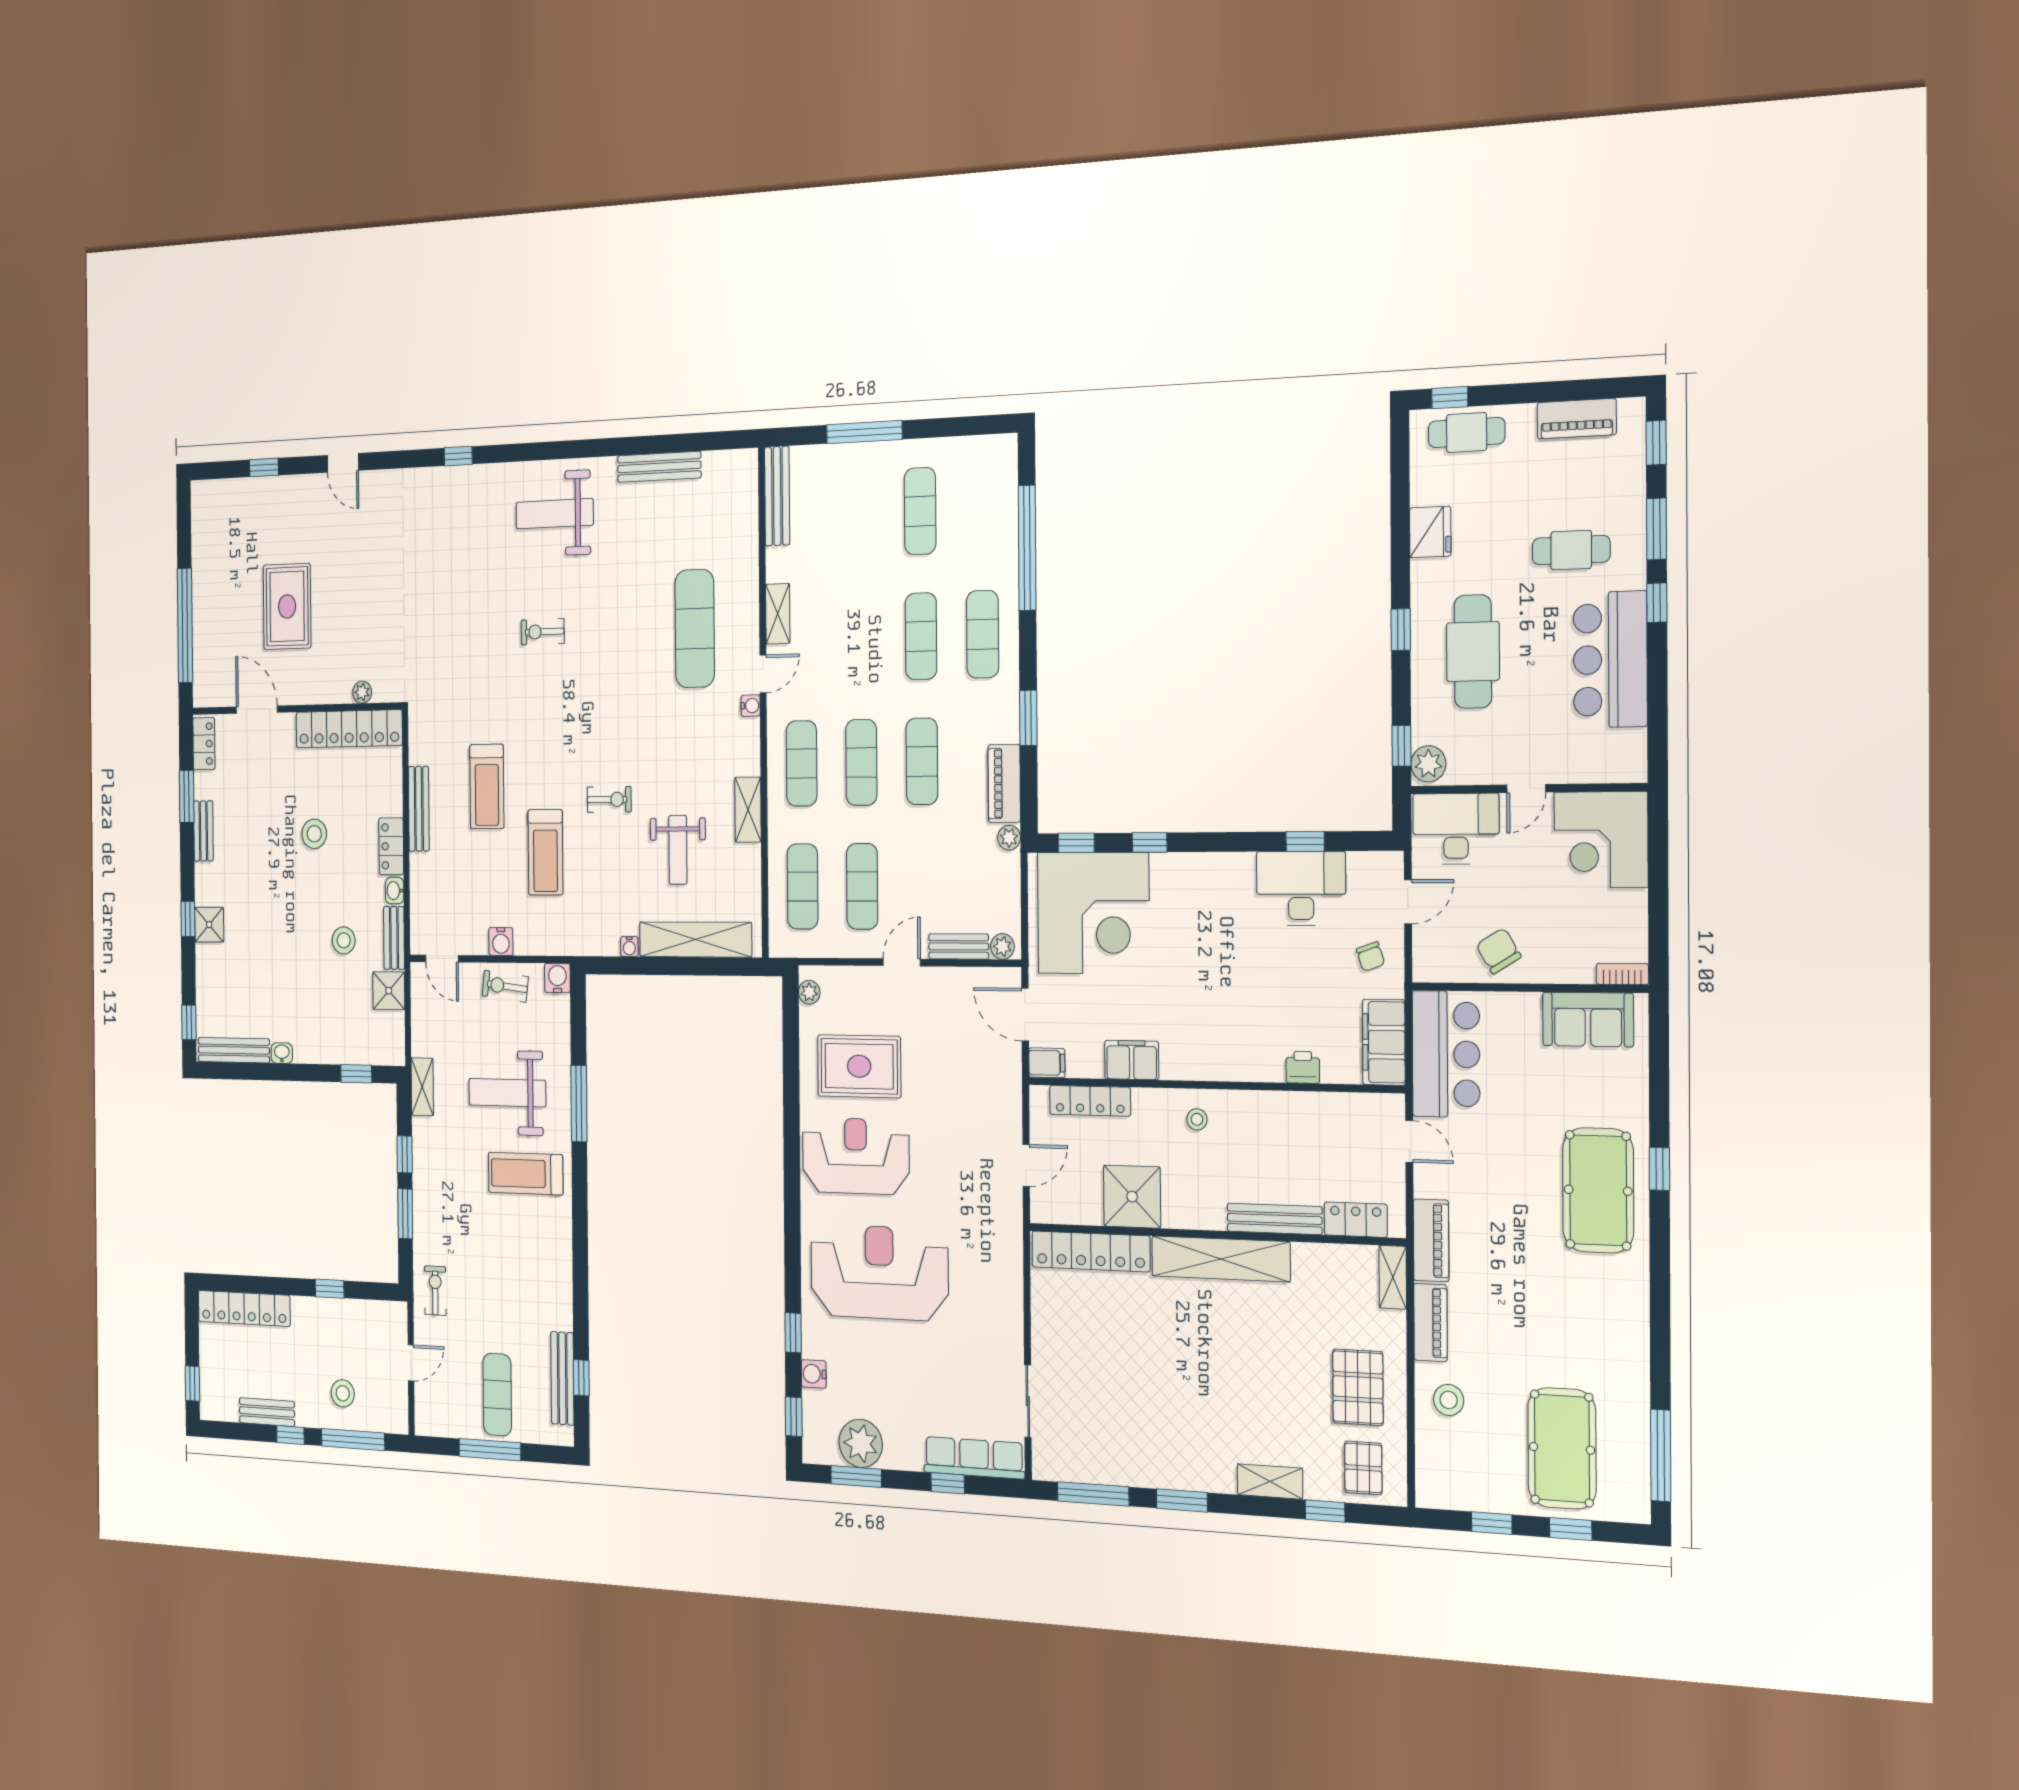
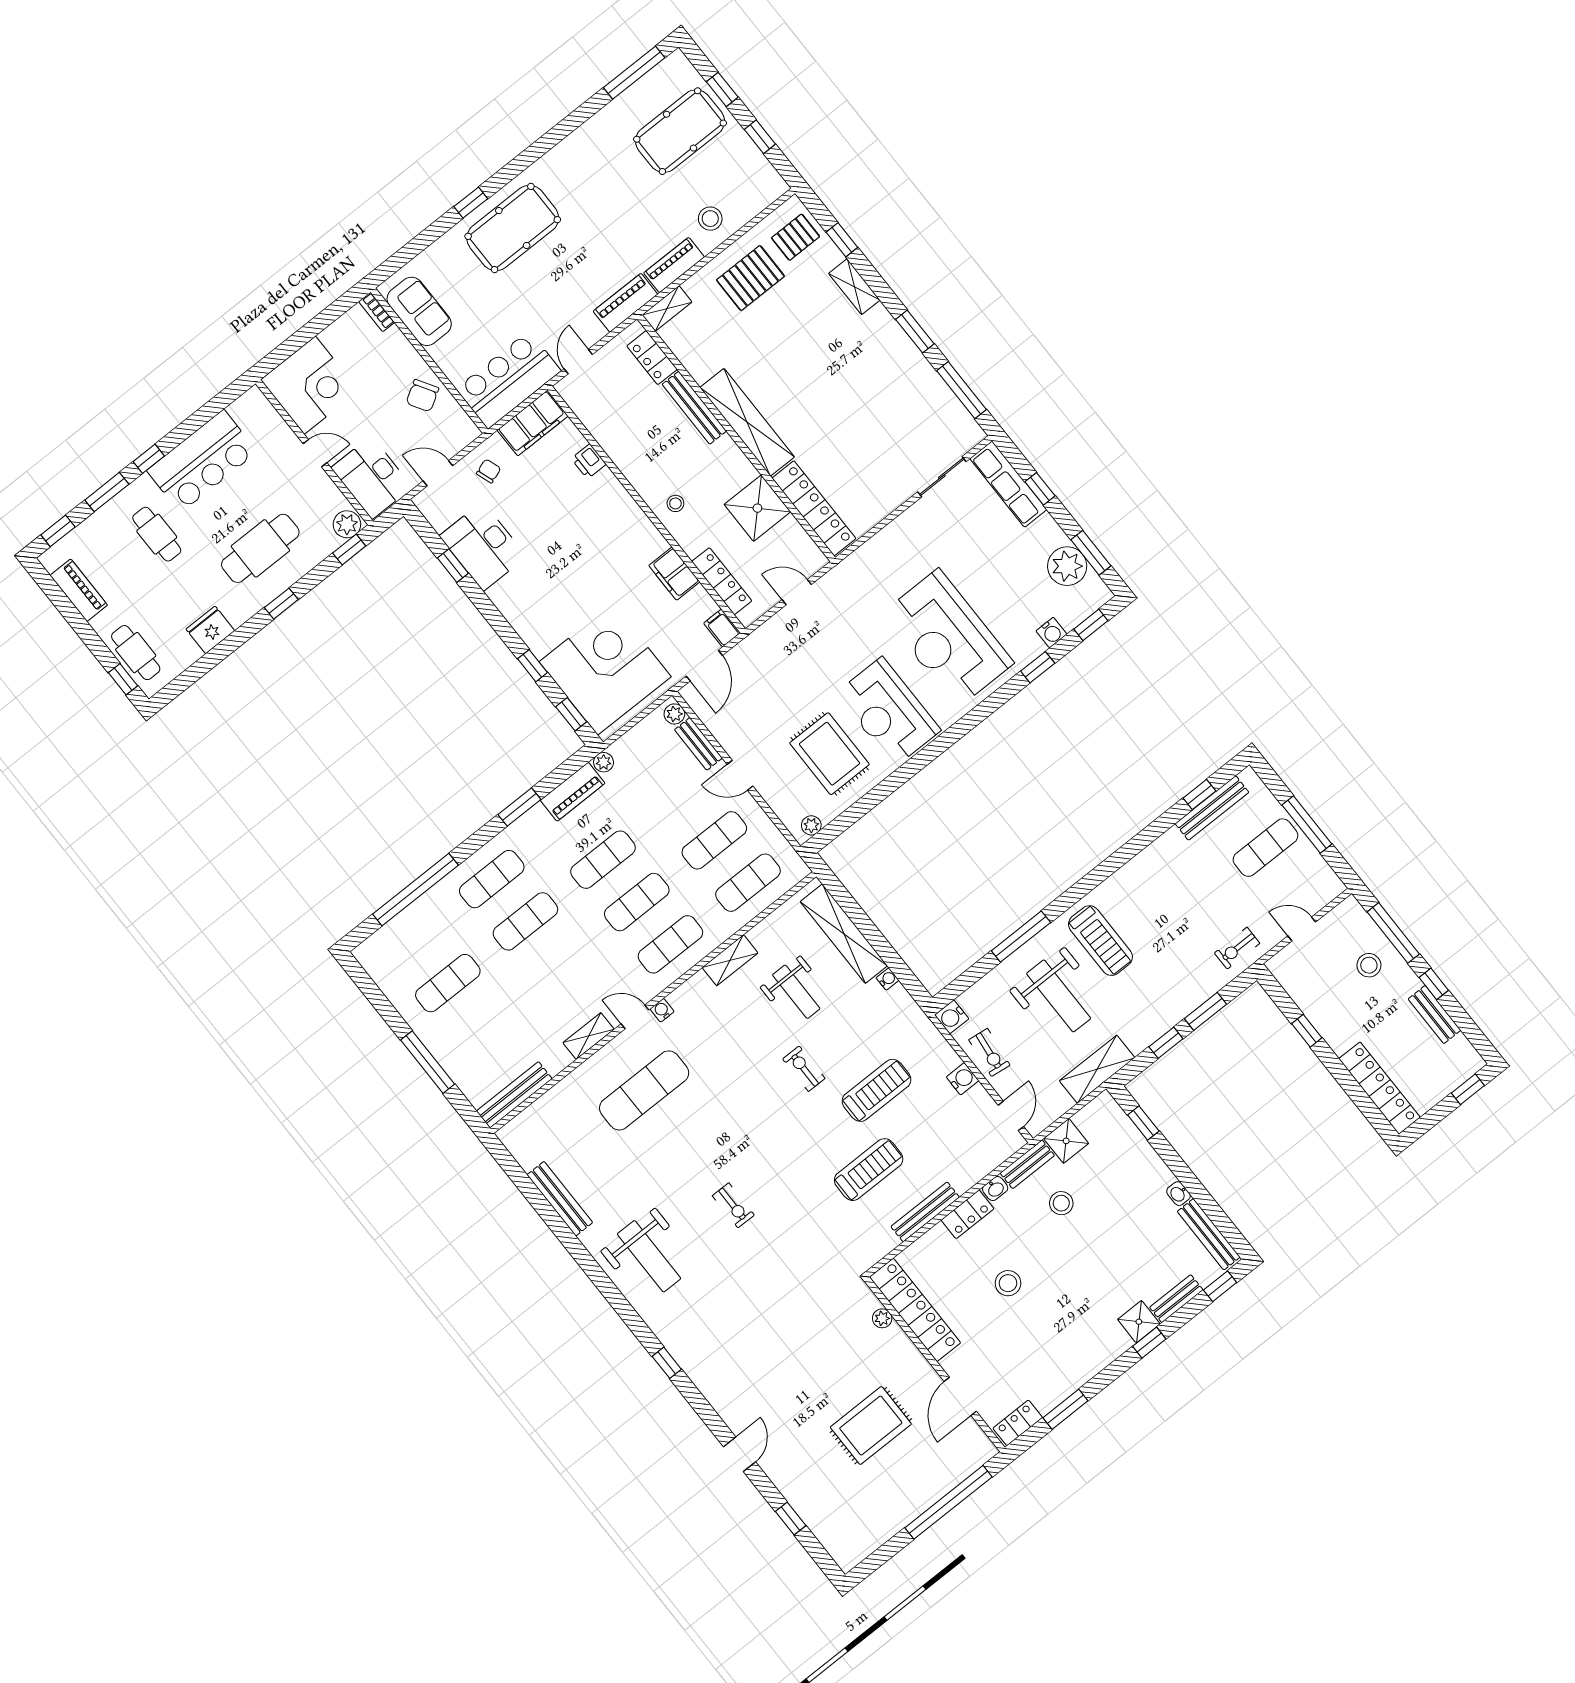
bench: (203, 831) -> (1176, 1299), moved
weight bench: (678, 850) -> (796, 992), turned 90
shelving: (422, 1087) -> (1097, 1069), width x1.50, depth x1.33

